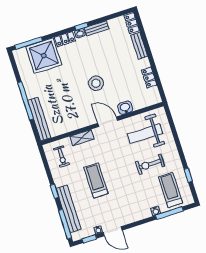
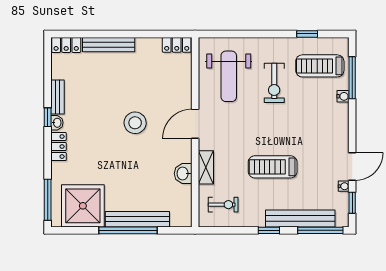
bench: (139, 46) -> (109, 45), width x1.36
shower: (44, 56) -> (83, 206), moved
locker: (149, 77) -> (177, 45), moved
washbasin: (125, 108) -> (183, 174), moved
bench: (39, 119) -> (137, 219), moved

